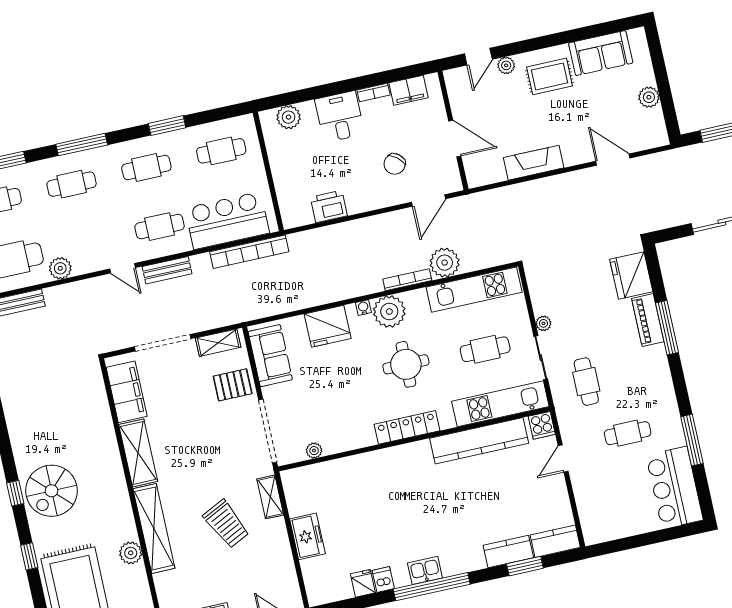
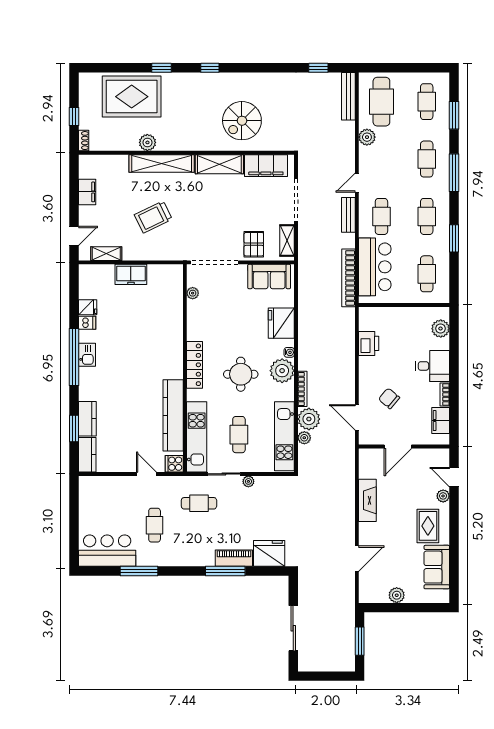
plant: (470, 263) -> (304, 438), added
spiral stairs: (52, 491) -> (242, 121), moved, turned -90
shelving: (270, 497) -> (106, 254), moved

